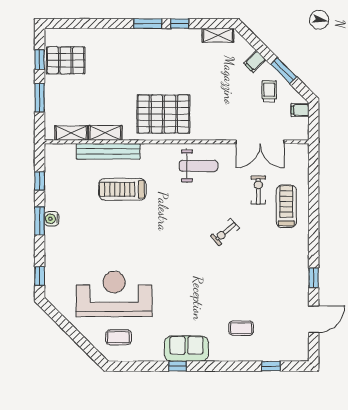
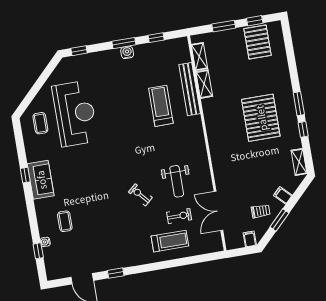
pallet: (163, 114) -> (261, 118), moved
weight bench: (198, 166) -> (177, 181), moved
water cooler: (262, 356) -> (45, 242), added

